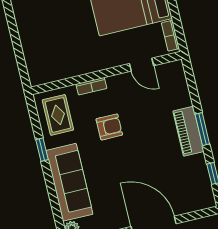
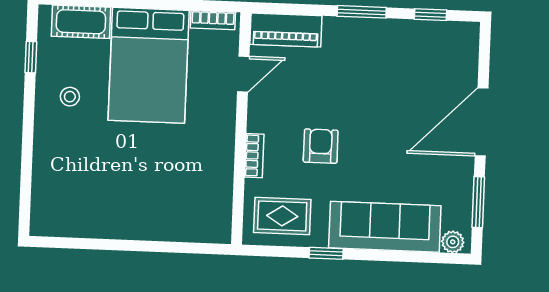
piano: (188, 131) -> (286, 30), moved

